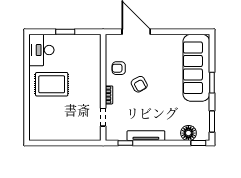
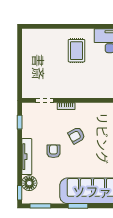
armchair: (119, 68) -> (53, 151), moved
rug: (52, 84) -> (76, 51), width x0.73, depth x0.70
tv unit: (146, 136) -> (27, 157), moved

